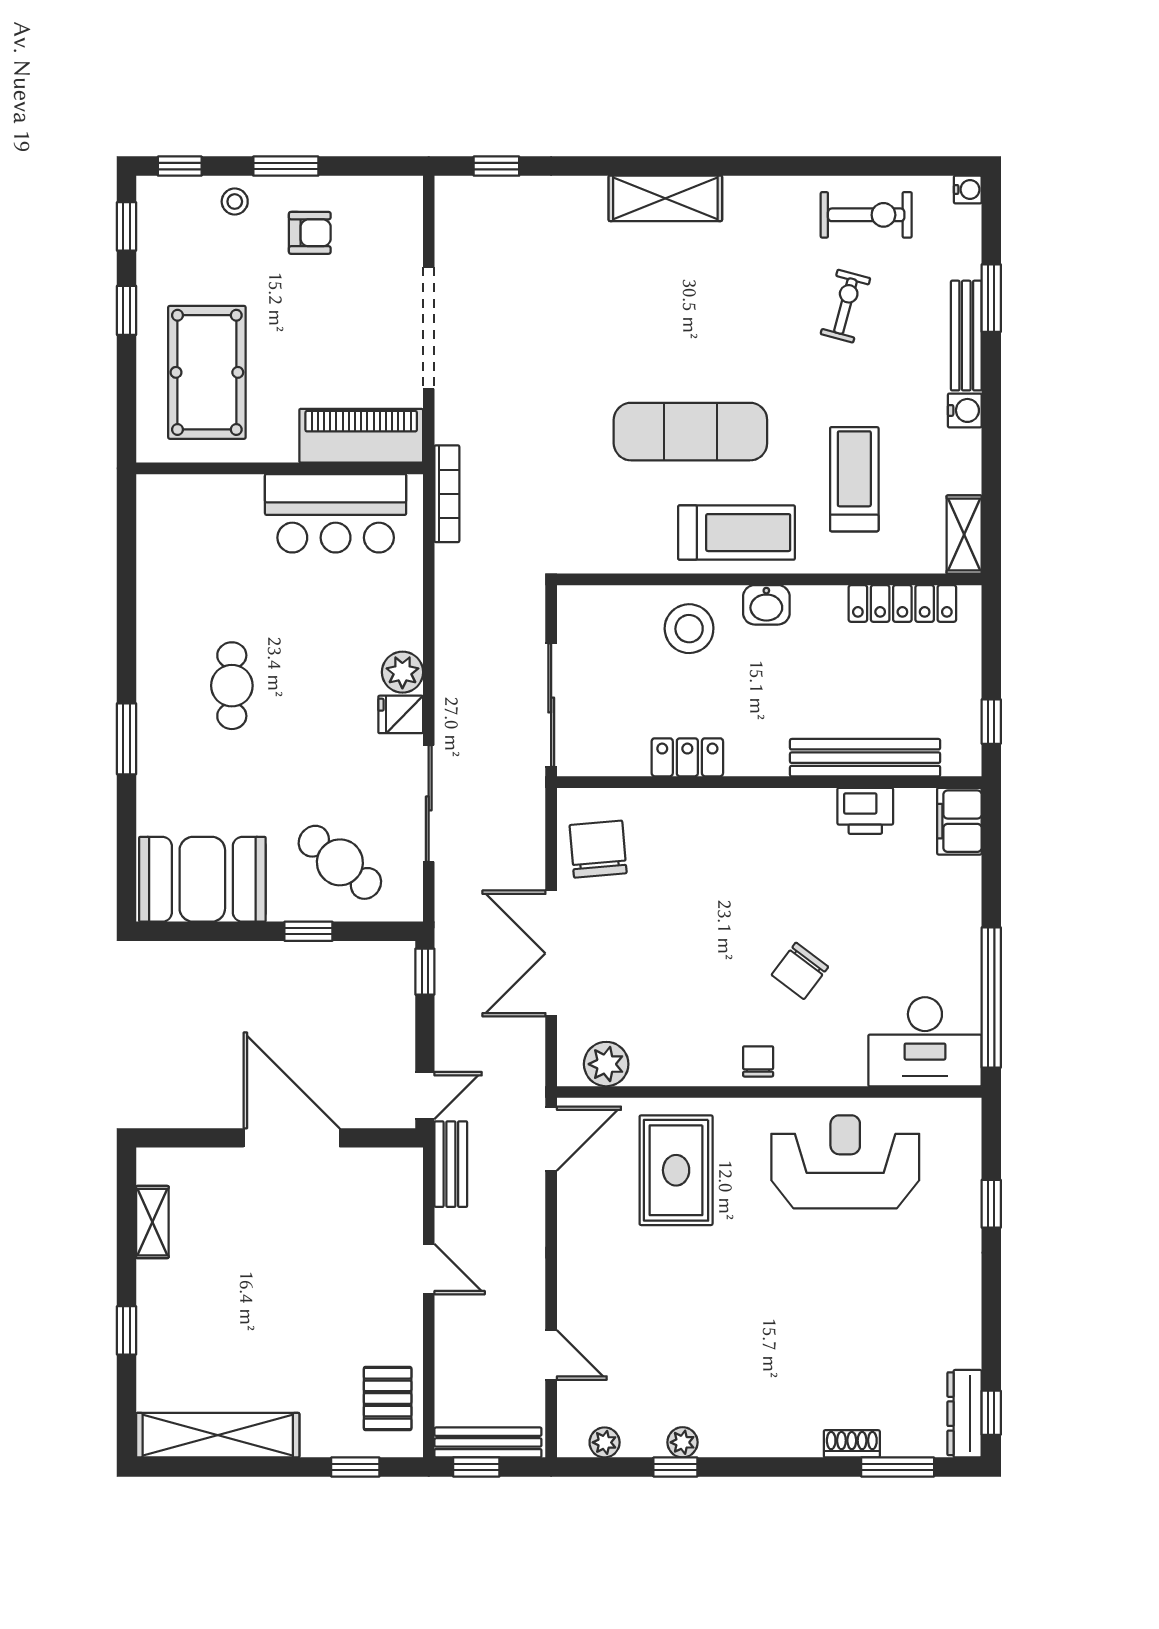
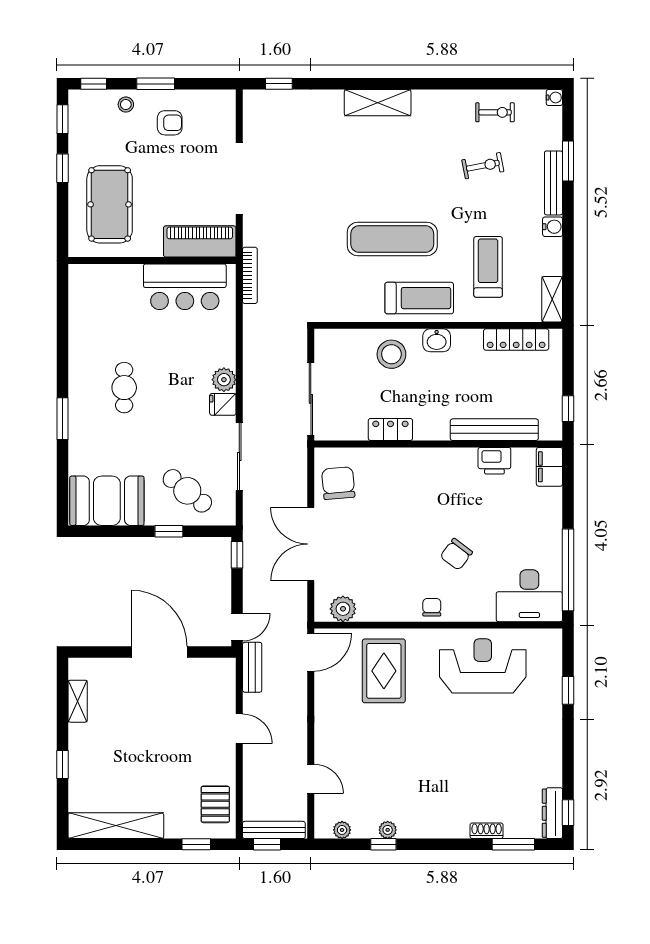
exercise bike: (866, 215) -> (495, 112), width x0.73, depth x0.72
exercise bike: (845, 306) -> (483, 166), turned 64

